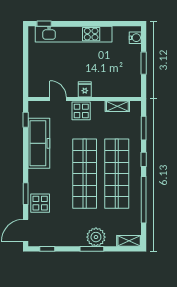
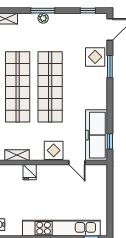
fridge: (85, 89) -> (30, 172), moved
freezer: (39, 143) -> (97, 135), moved
plant: (96, 237) -> (43, 18), width x0.53, depth x0.53

